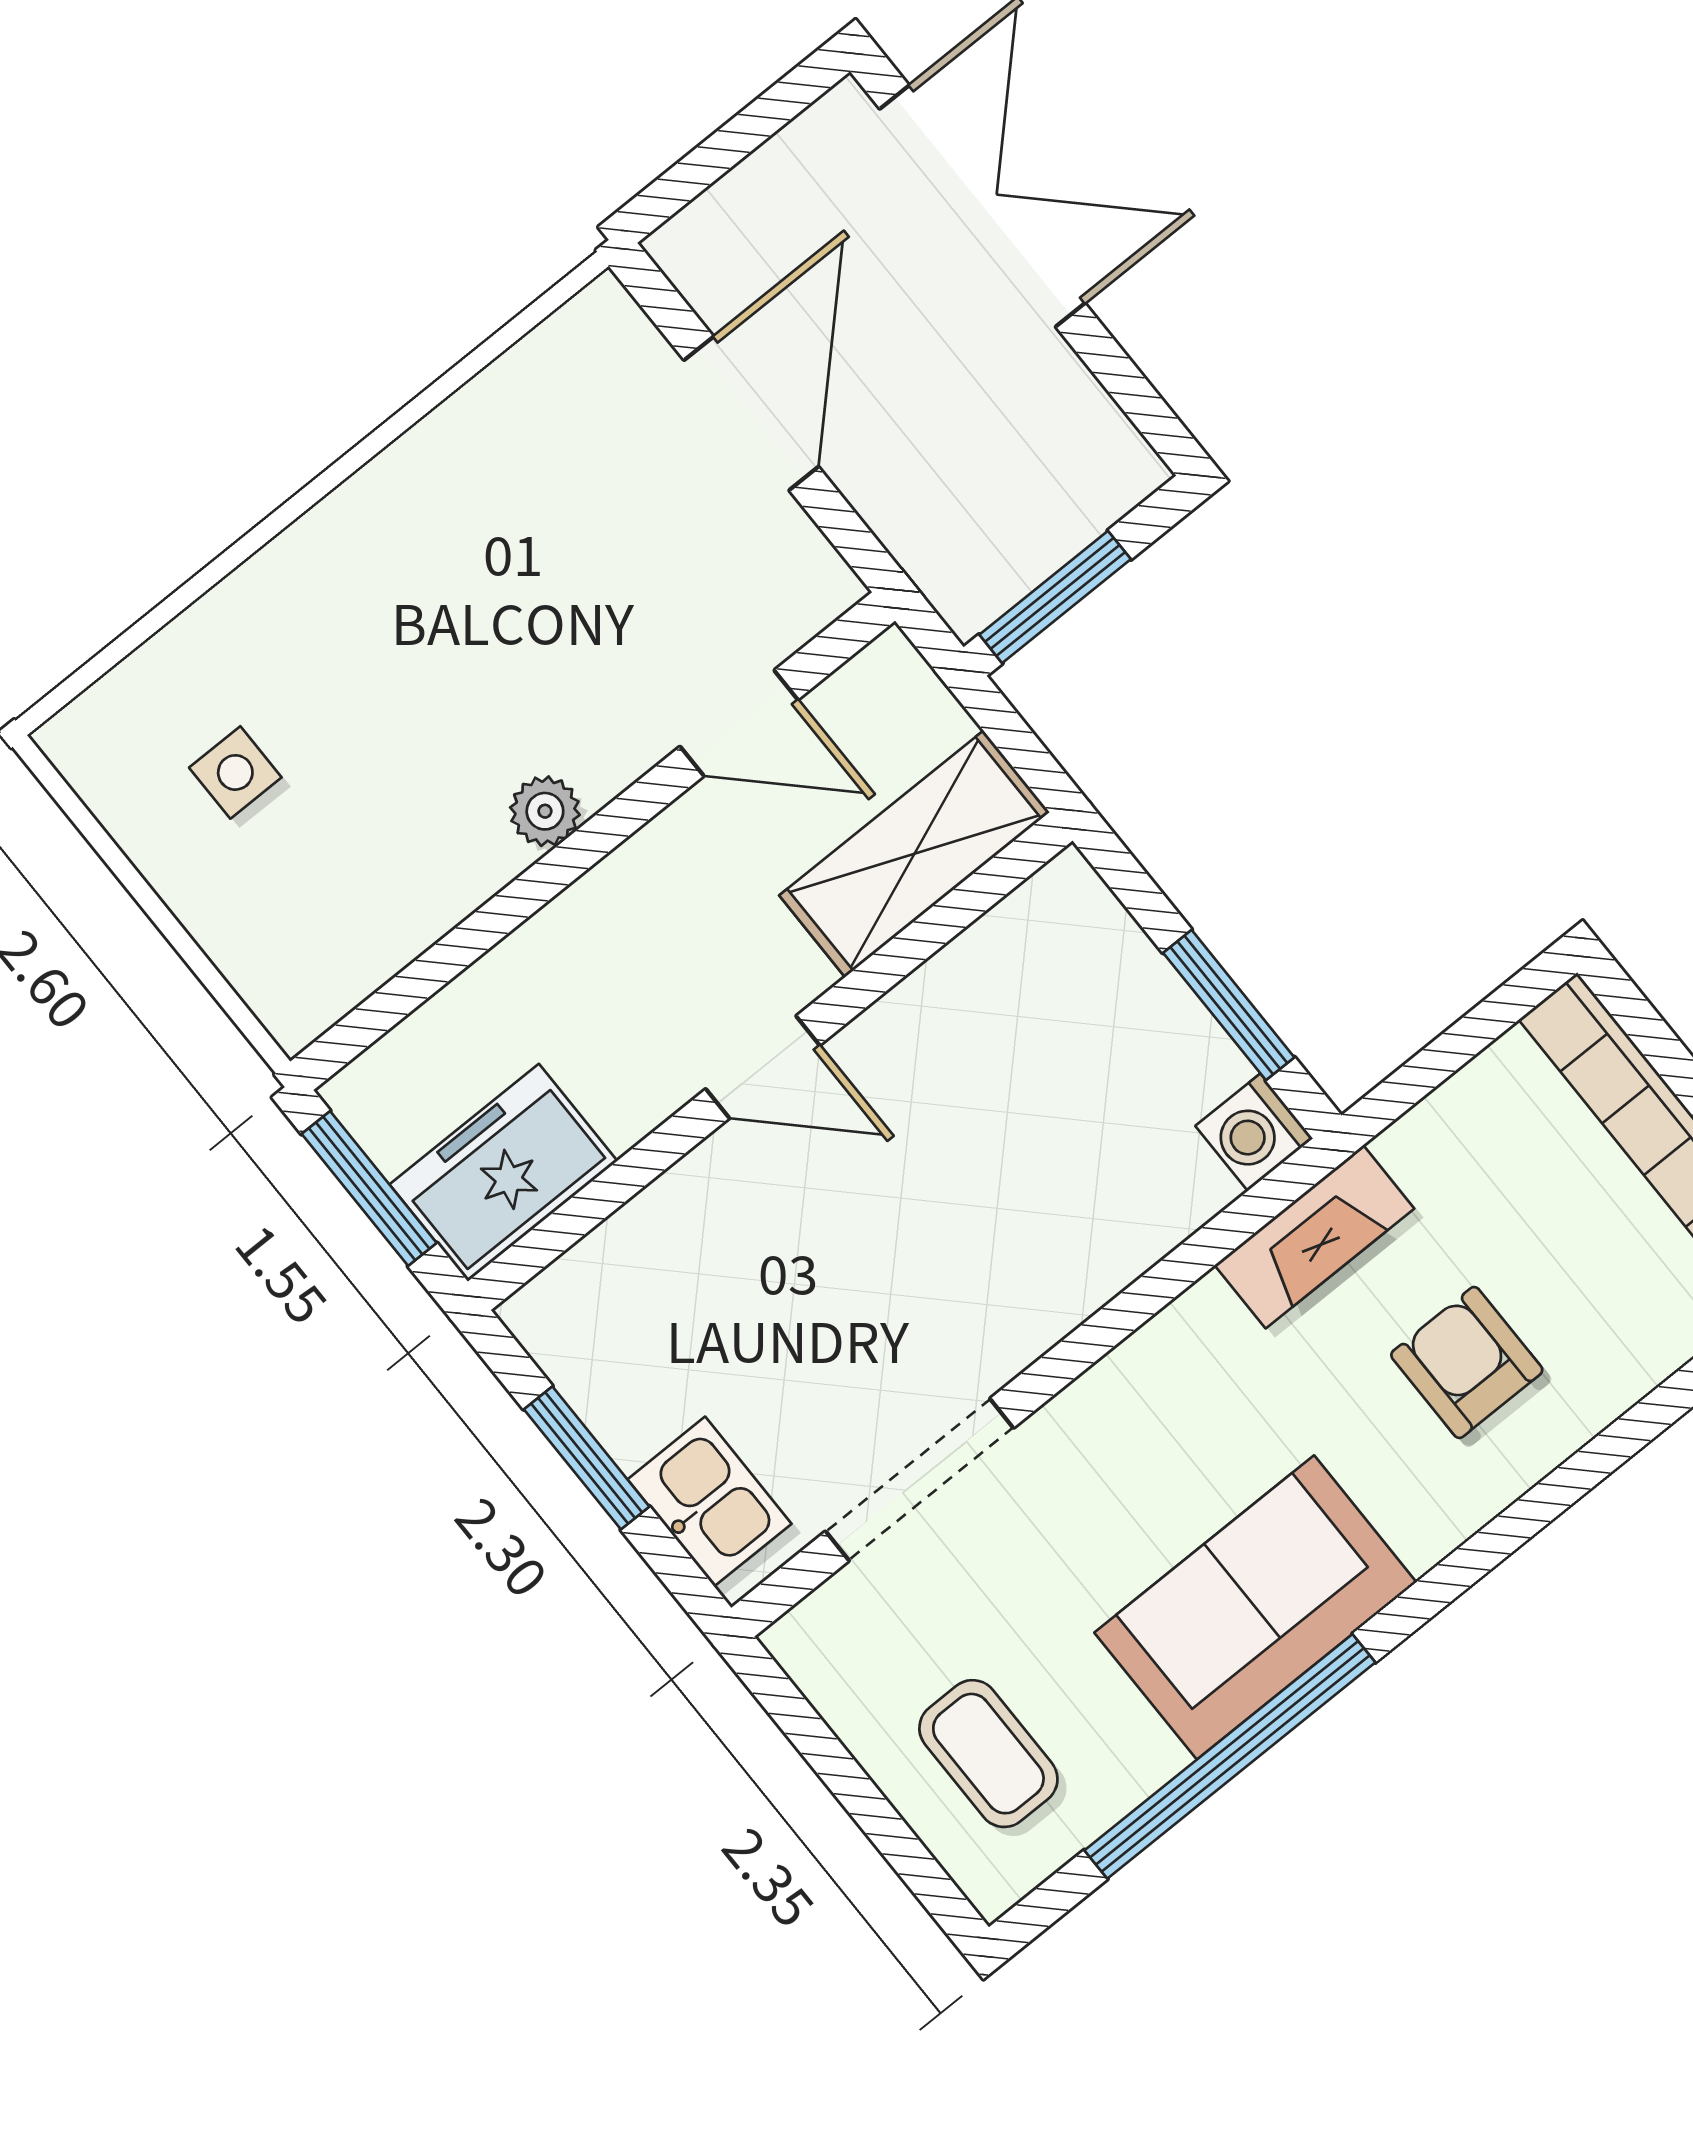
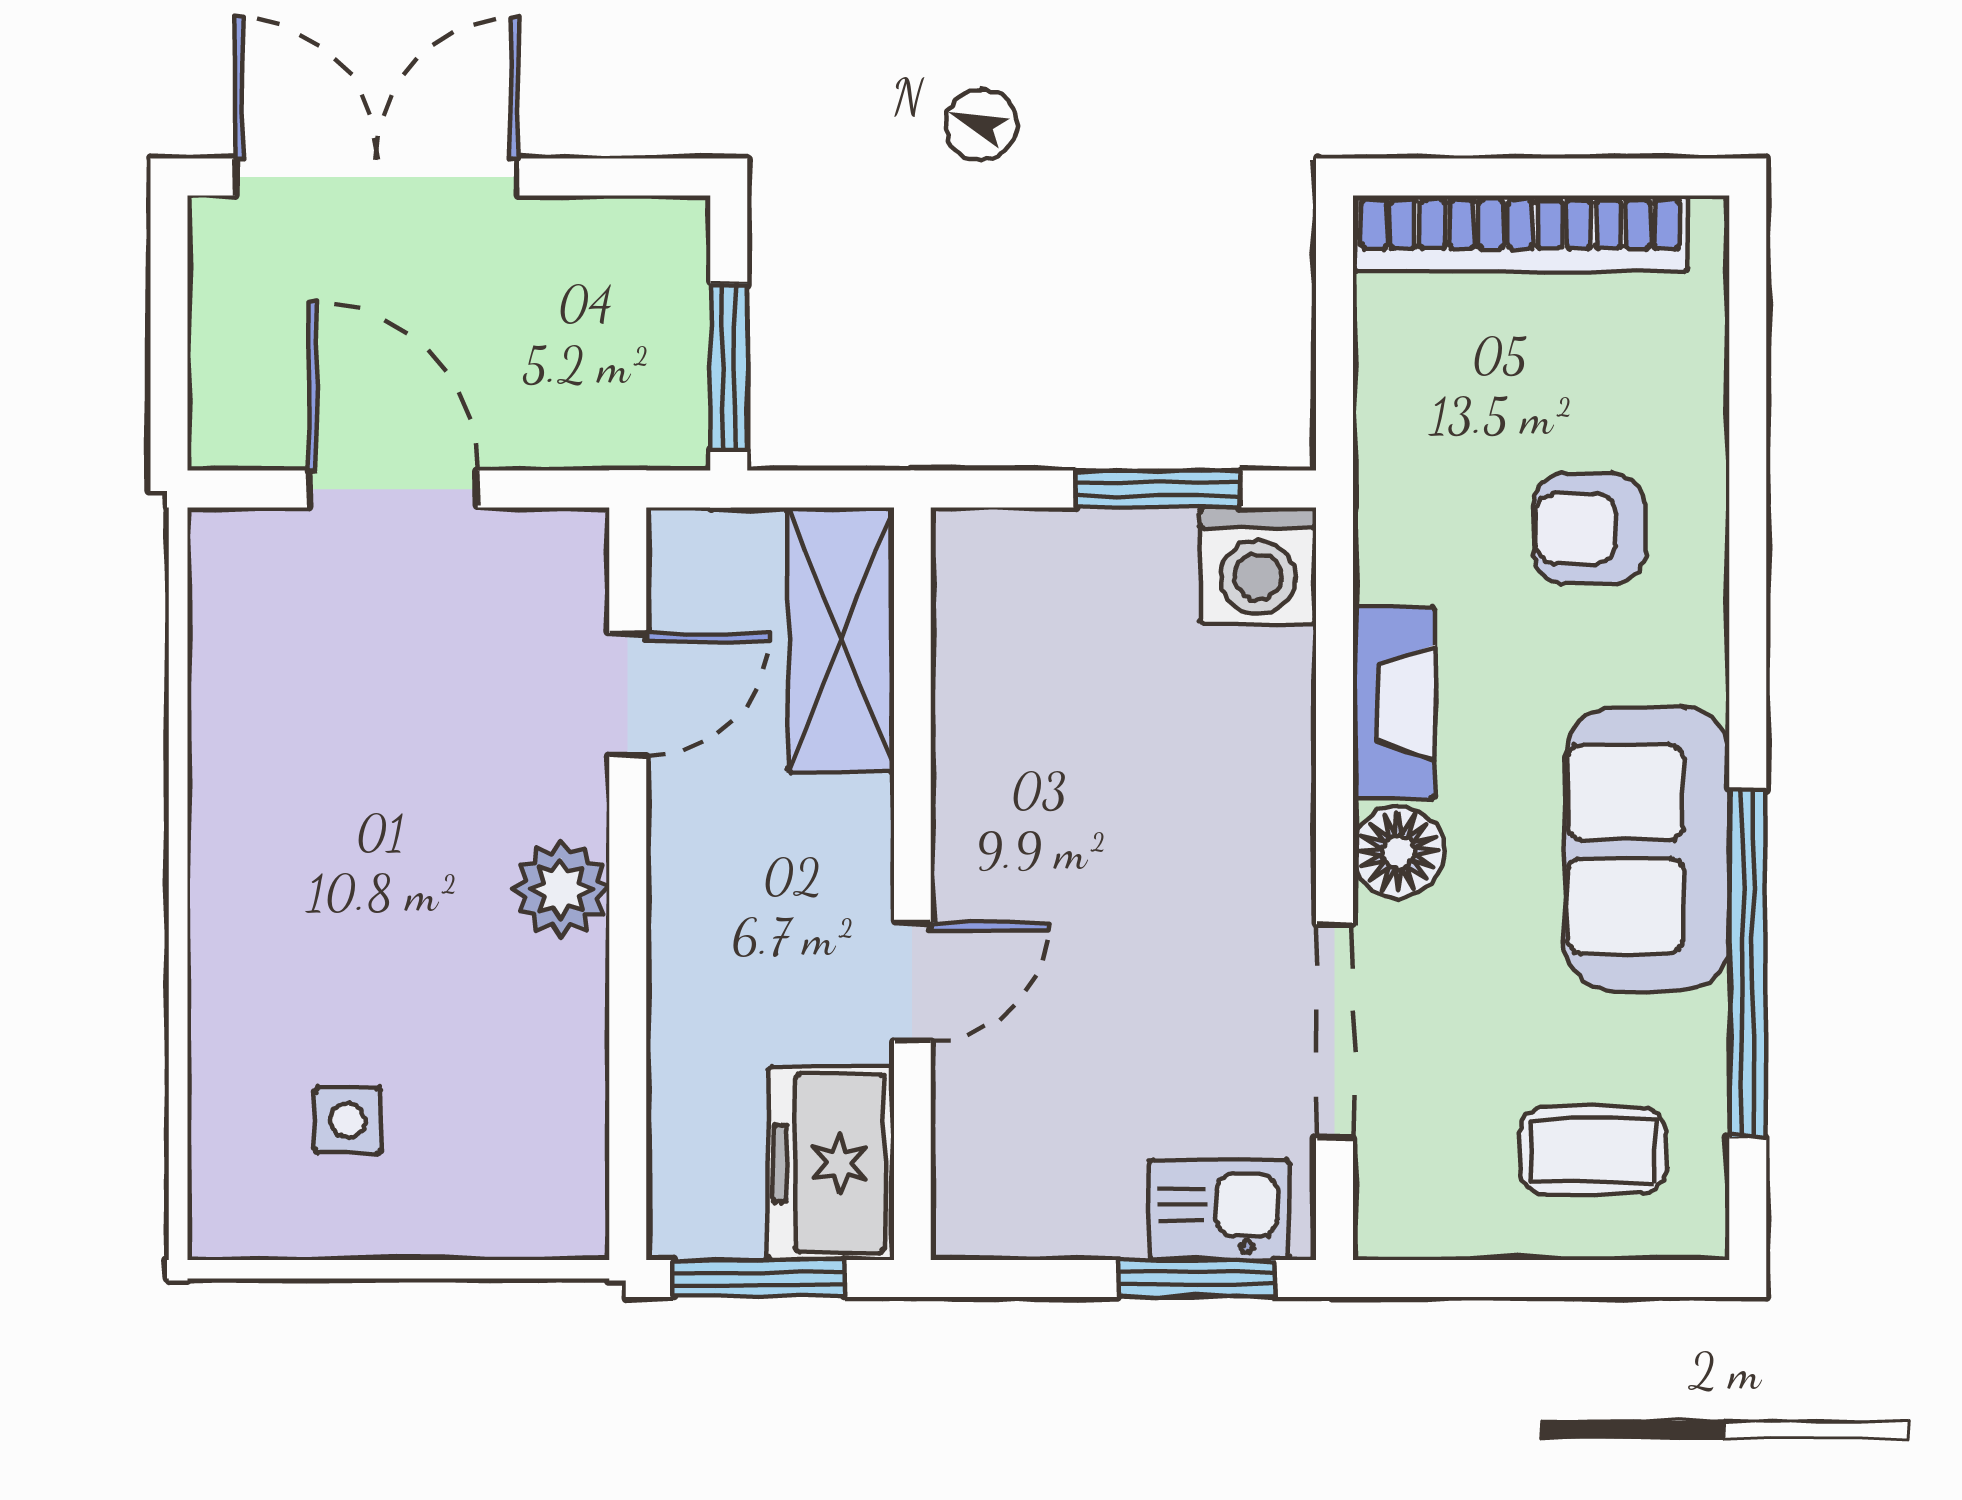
plant: (545, 811) -> (561, 889), width x1.38, depth x1.38
door: (763, 1067) -> (912, 981), moved
washing machine: (1254, 1132) -> (1258, 566), width x1.38, depth x1.38
fireplace: (1314, 1237) -> (1394, 703), moved
floor lamp: (1098, 1417) -> (1399, 852), added
window: (587, 1458) -> (1196, 1278), moved

